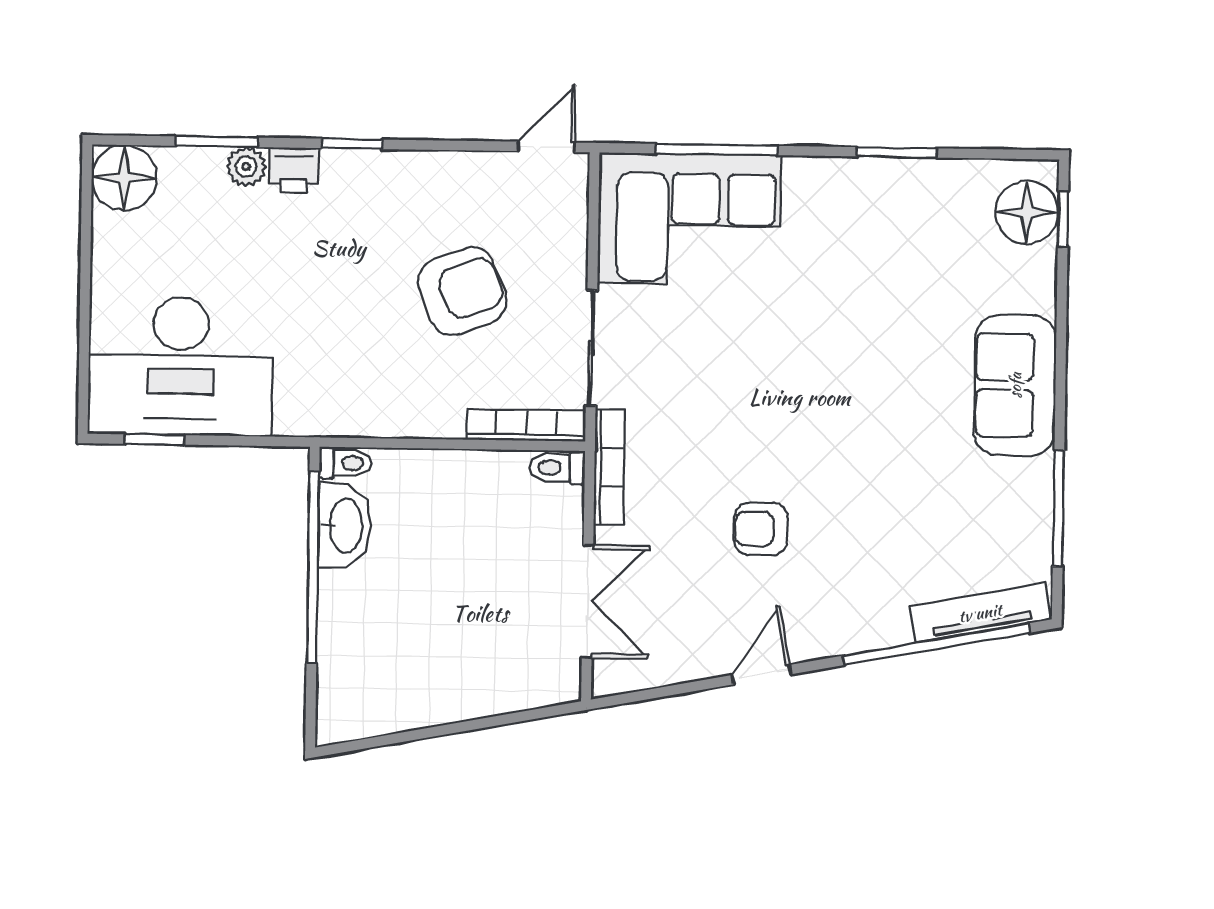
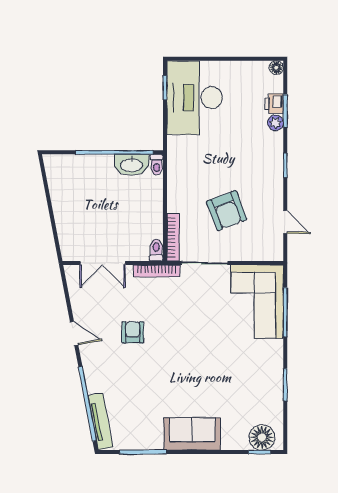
door: (546, 147) -> (285, 222), moved
printer: (294, 170) -> (274, 104), moved
floor lamp: (124, 178) -> (276, 68), width x0.53, depth x0.53

